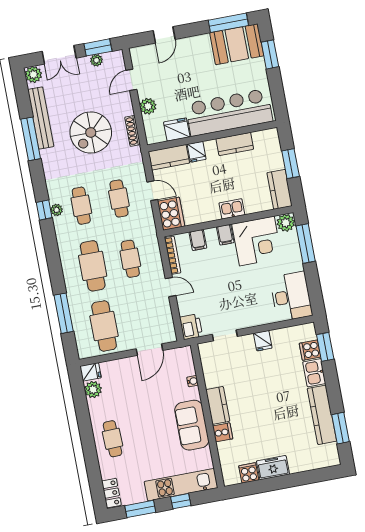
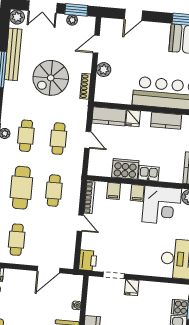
fridge: (177, 130) -> (122, 95), removed
cooker: (171, 214) -> (125, 169), moved, turned -90
cafe table: (104, 326) -> (17, 240), width x0.73, depth x0.74
fridge: (263, 341) -> (132, 287), moved

